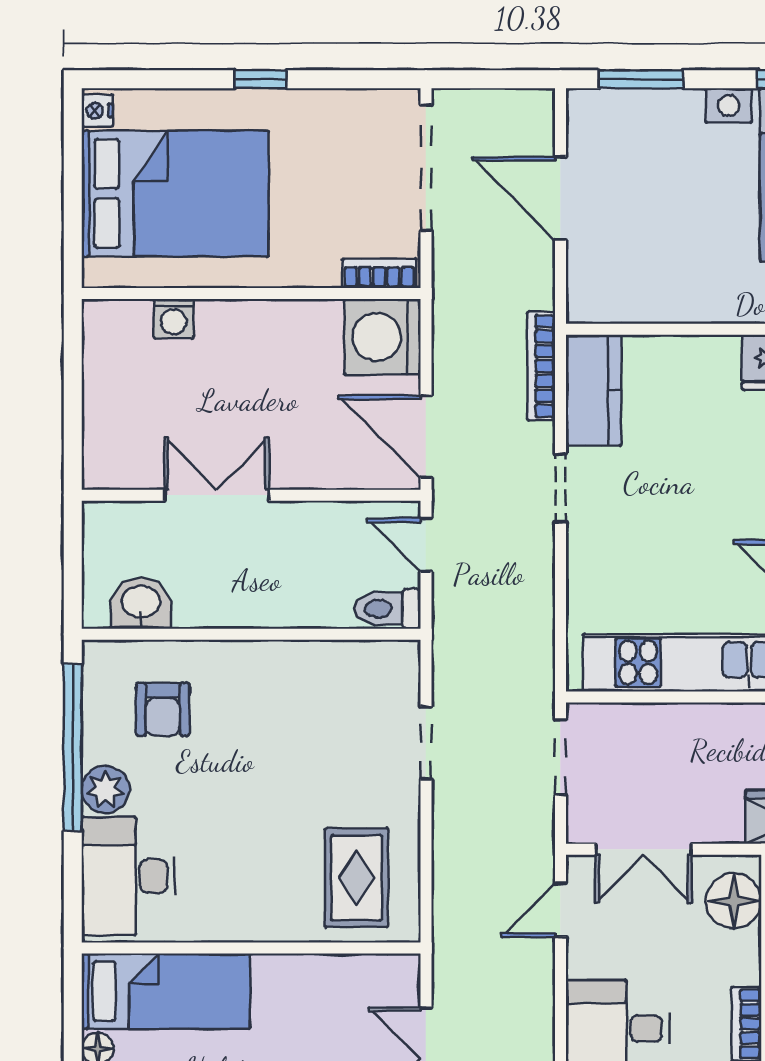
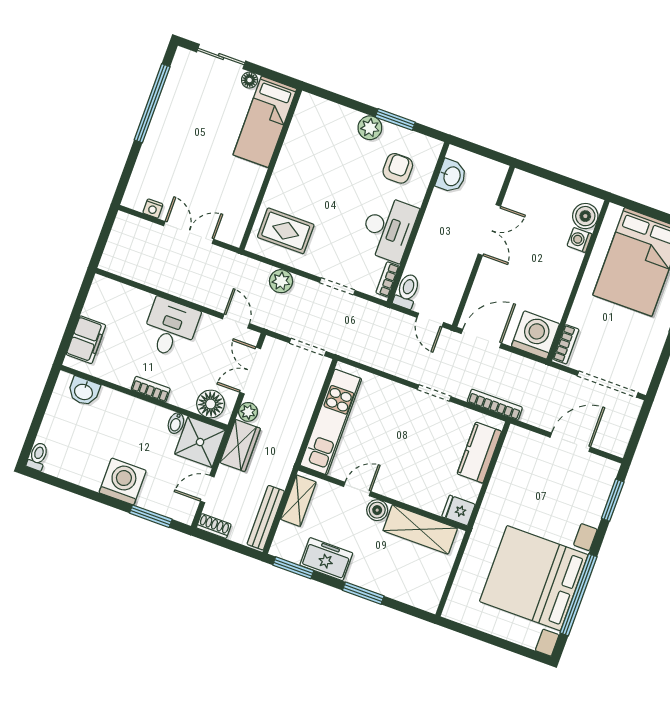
boiler: (125, 324) -> (585, 216), added
kitchen counter: (594, 390) -> (479, 453), moved, turned 90
door: (426, 545) -> (430, 320), swing flipped
bookcase: (379, 653) -> (388, 279), added
armchair: (163, 709) -> (398, 168), turned 90
window: (73, 747) -> (395, 120), width x0.47
plant: (723, 825) -> (248, 412), added
plant: (455, 852) -> (281, 281), added
desk: (128, 876) -> (388, 229), moved, turned 90

